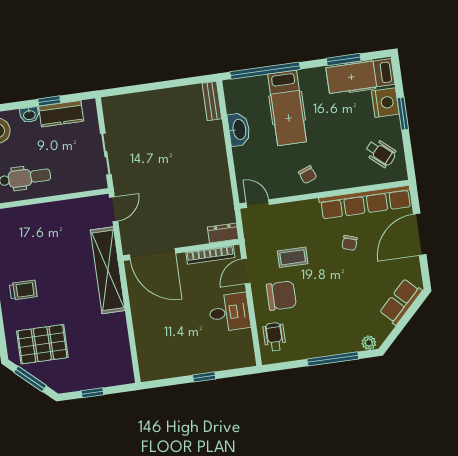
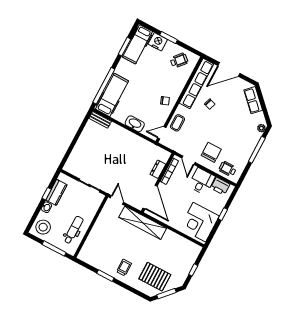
hospital bed: (287, 108) -> (112, 95), moved, turned -90
washbasin: (239, 130) -> (135, 124), moved
dresser: (223, 233) -> (158, 169), moved
door: (420, 234) -> (229, 69), hinge flipped
door: (152, 254) -> (150, 197), hinge flipped
coffee table: (293, 257) -> (177, 123), moved
pallet: (42, 344) -> (155, 277), turned 90
printer: (242, 344) -> (220, 186), added
corner desk: (168, 352) -> (199, 222), added

